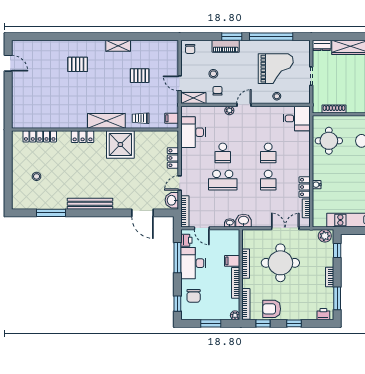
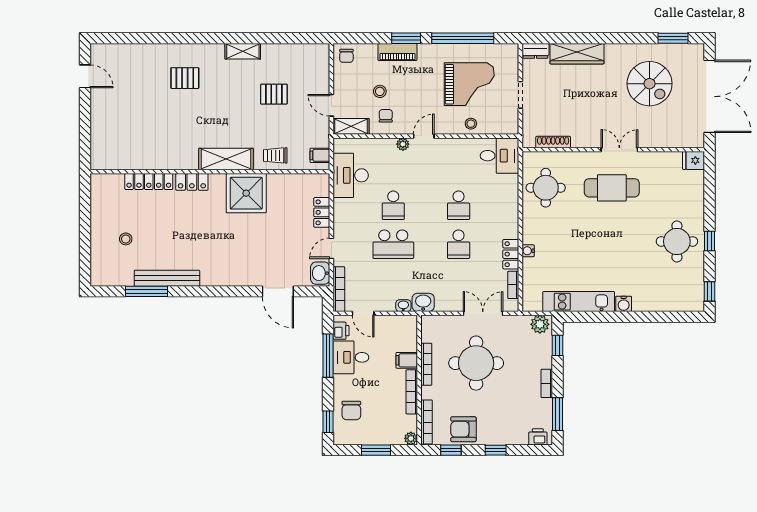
locker: (40, 136) -> (149, 181), moved
bench: (90, 204) -> (167, 278), moved
desk: (193, 263) -> (351, 357), width x0.73

